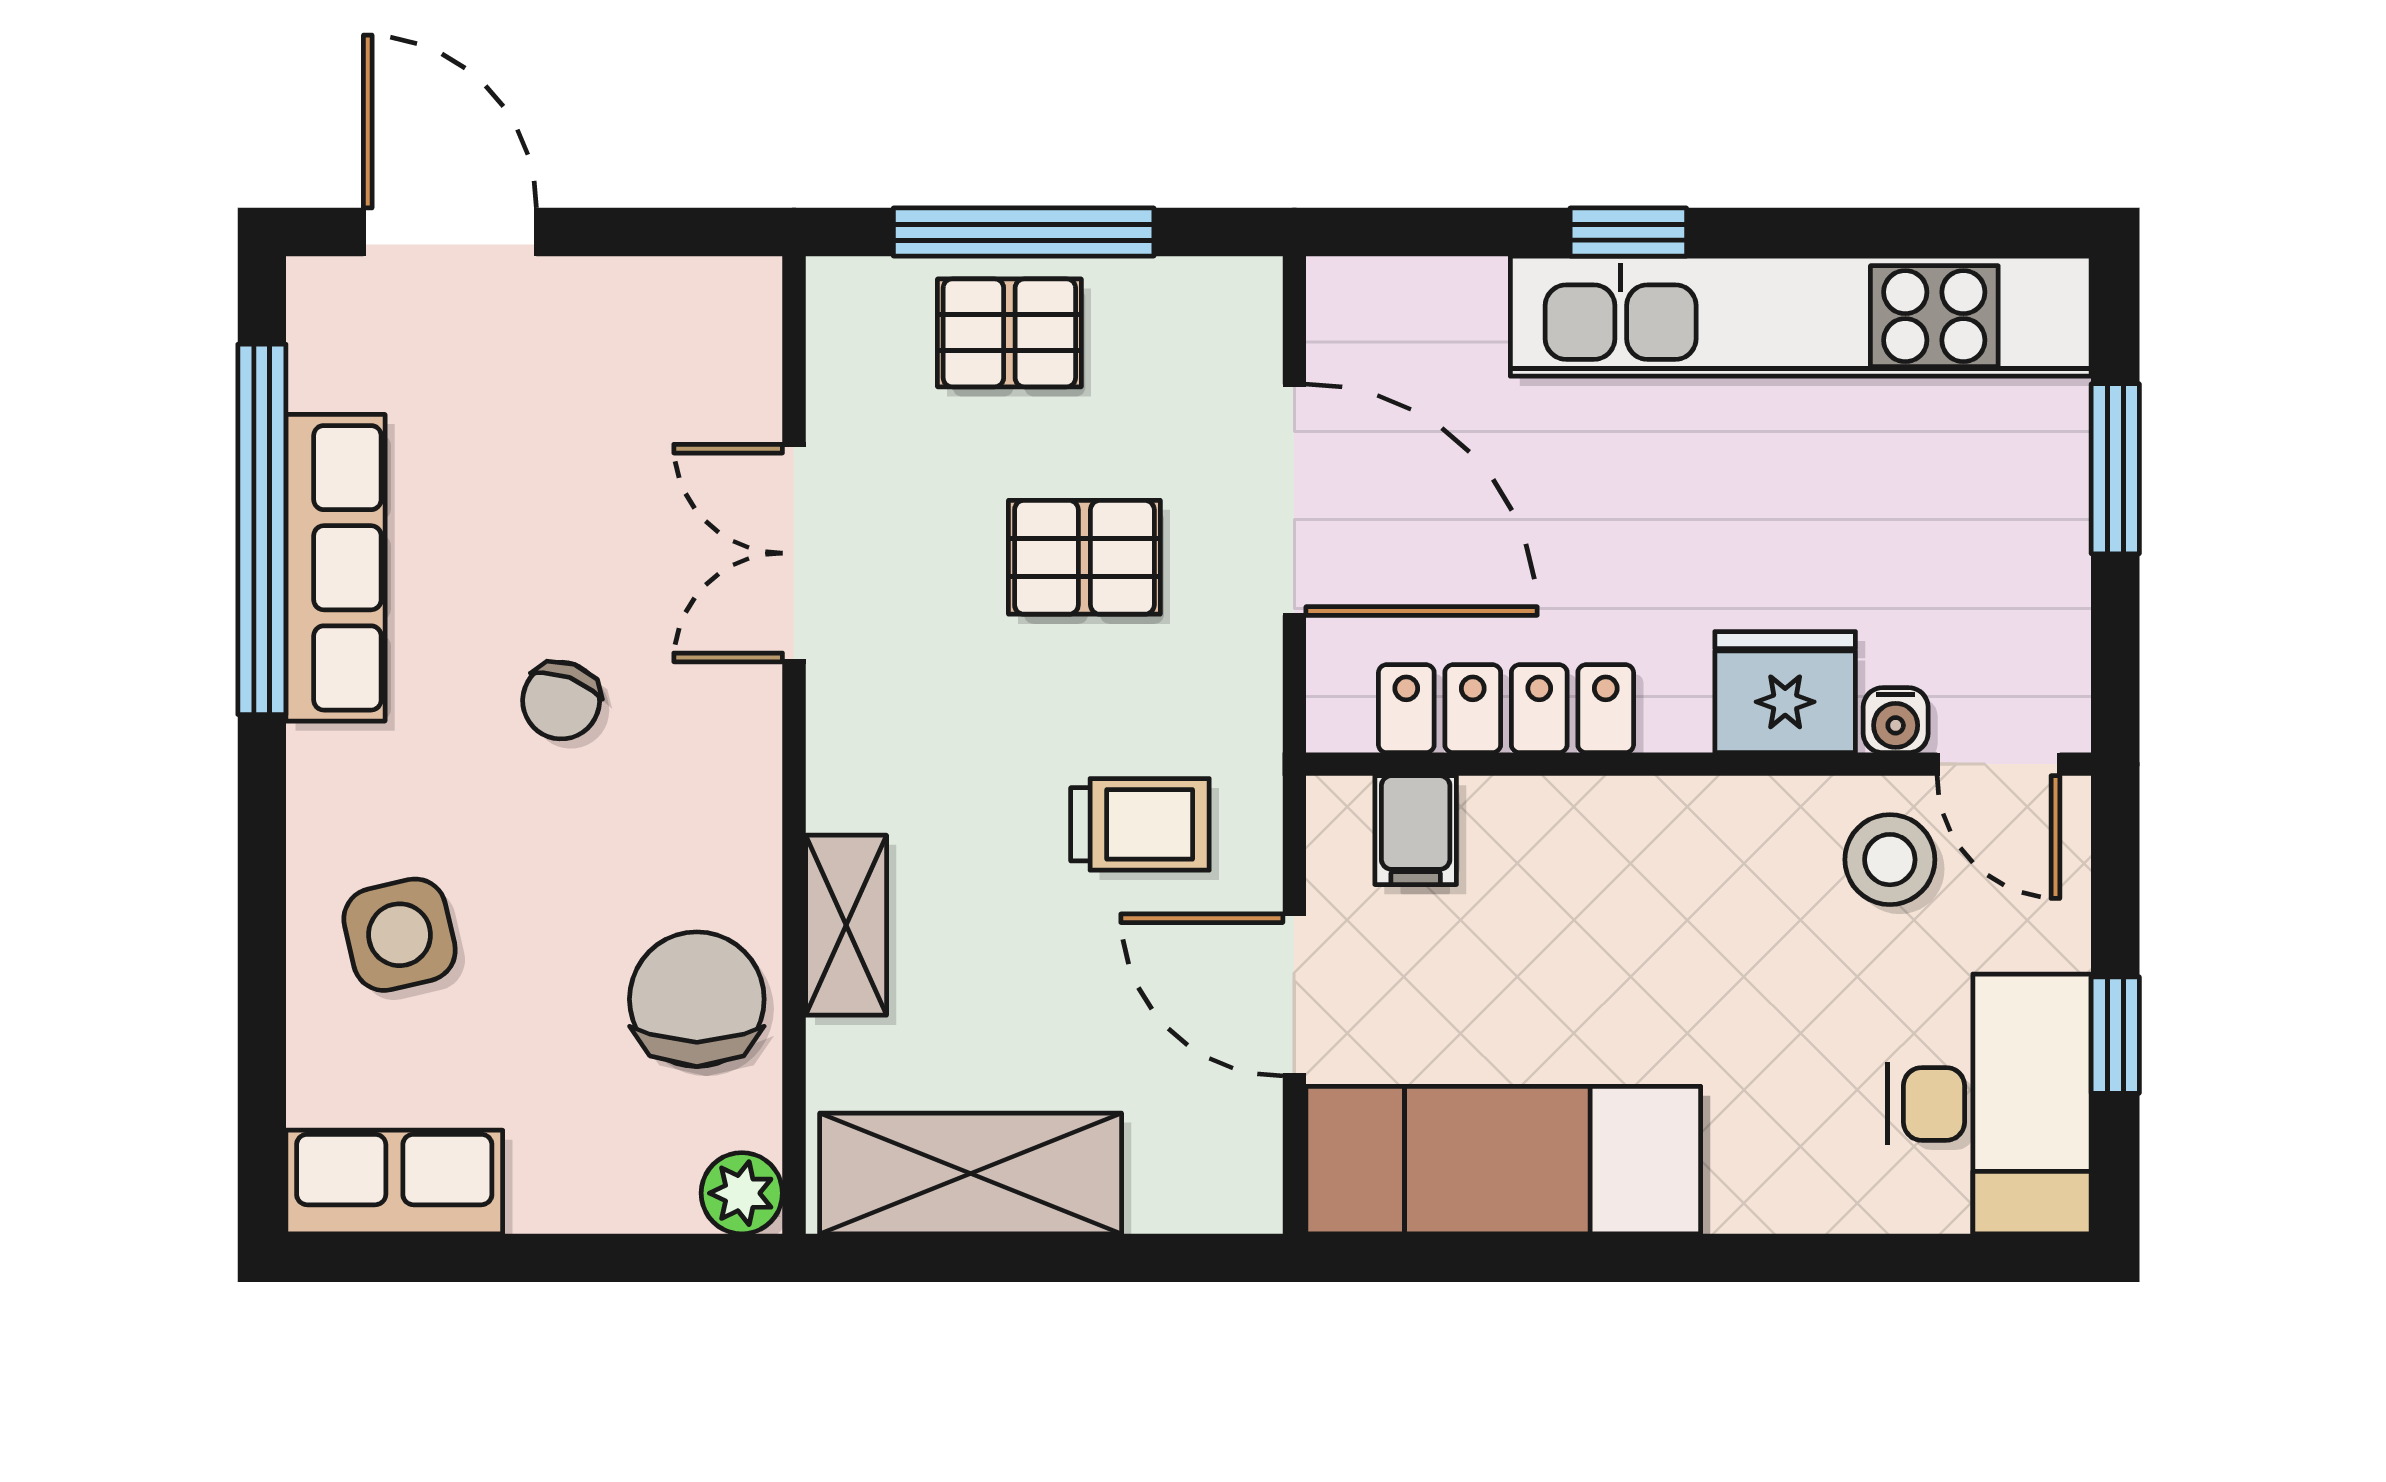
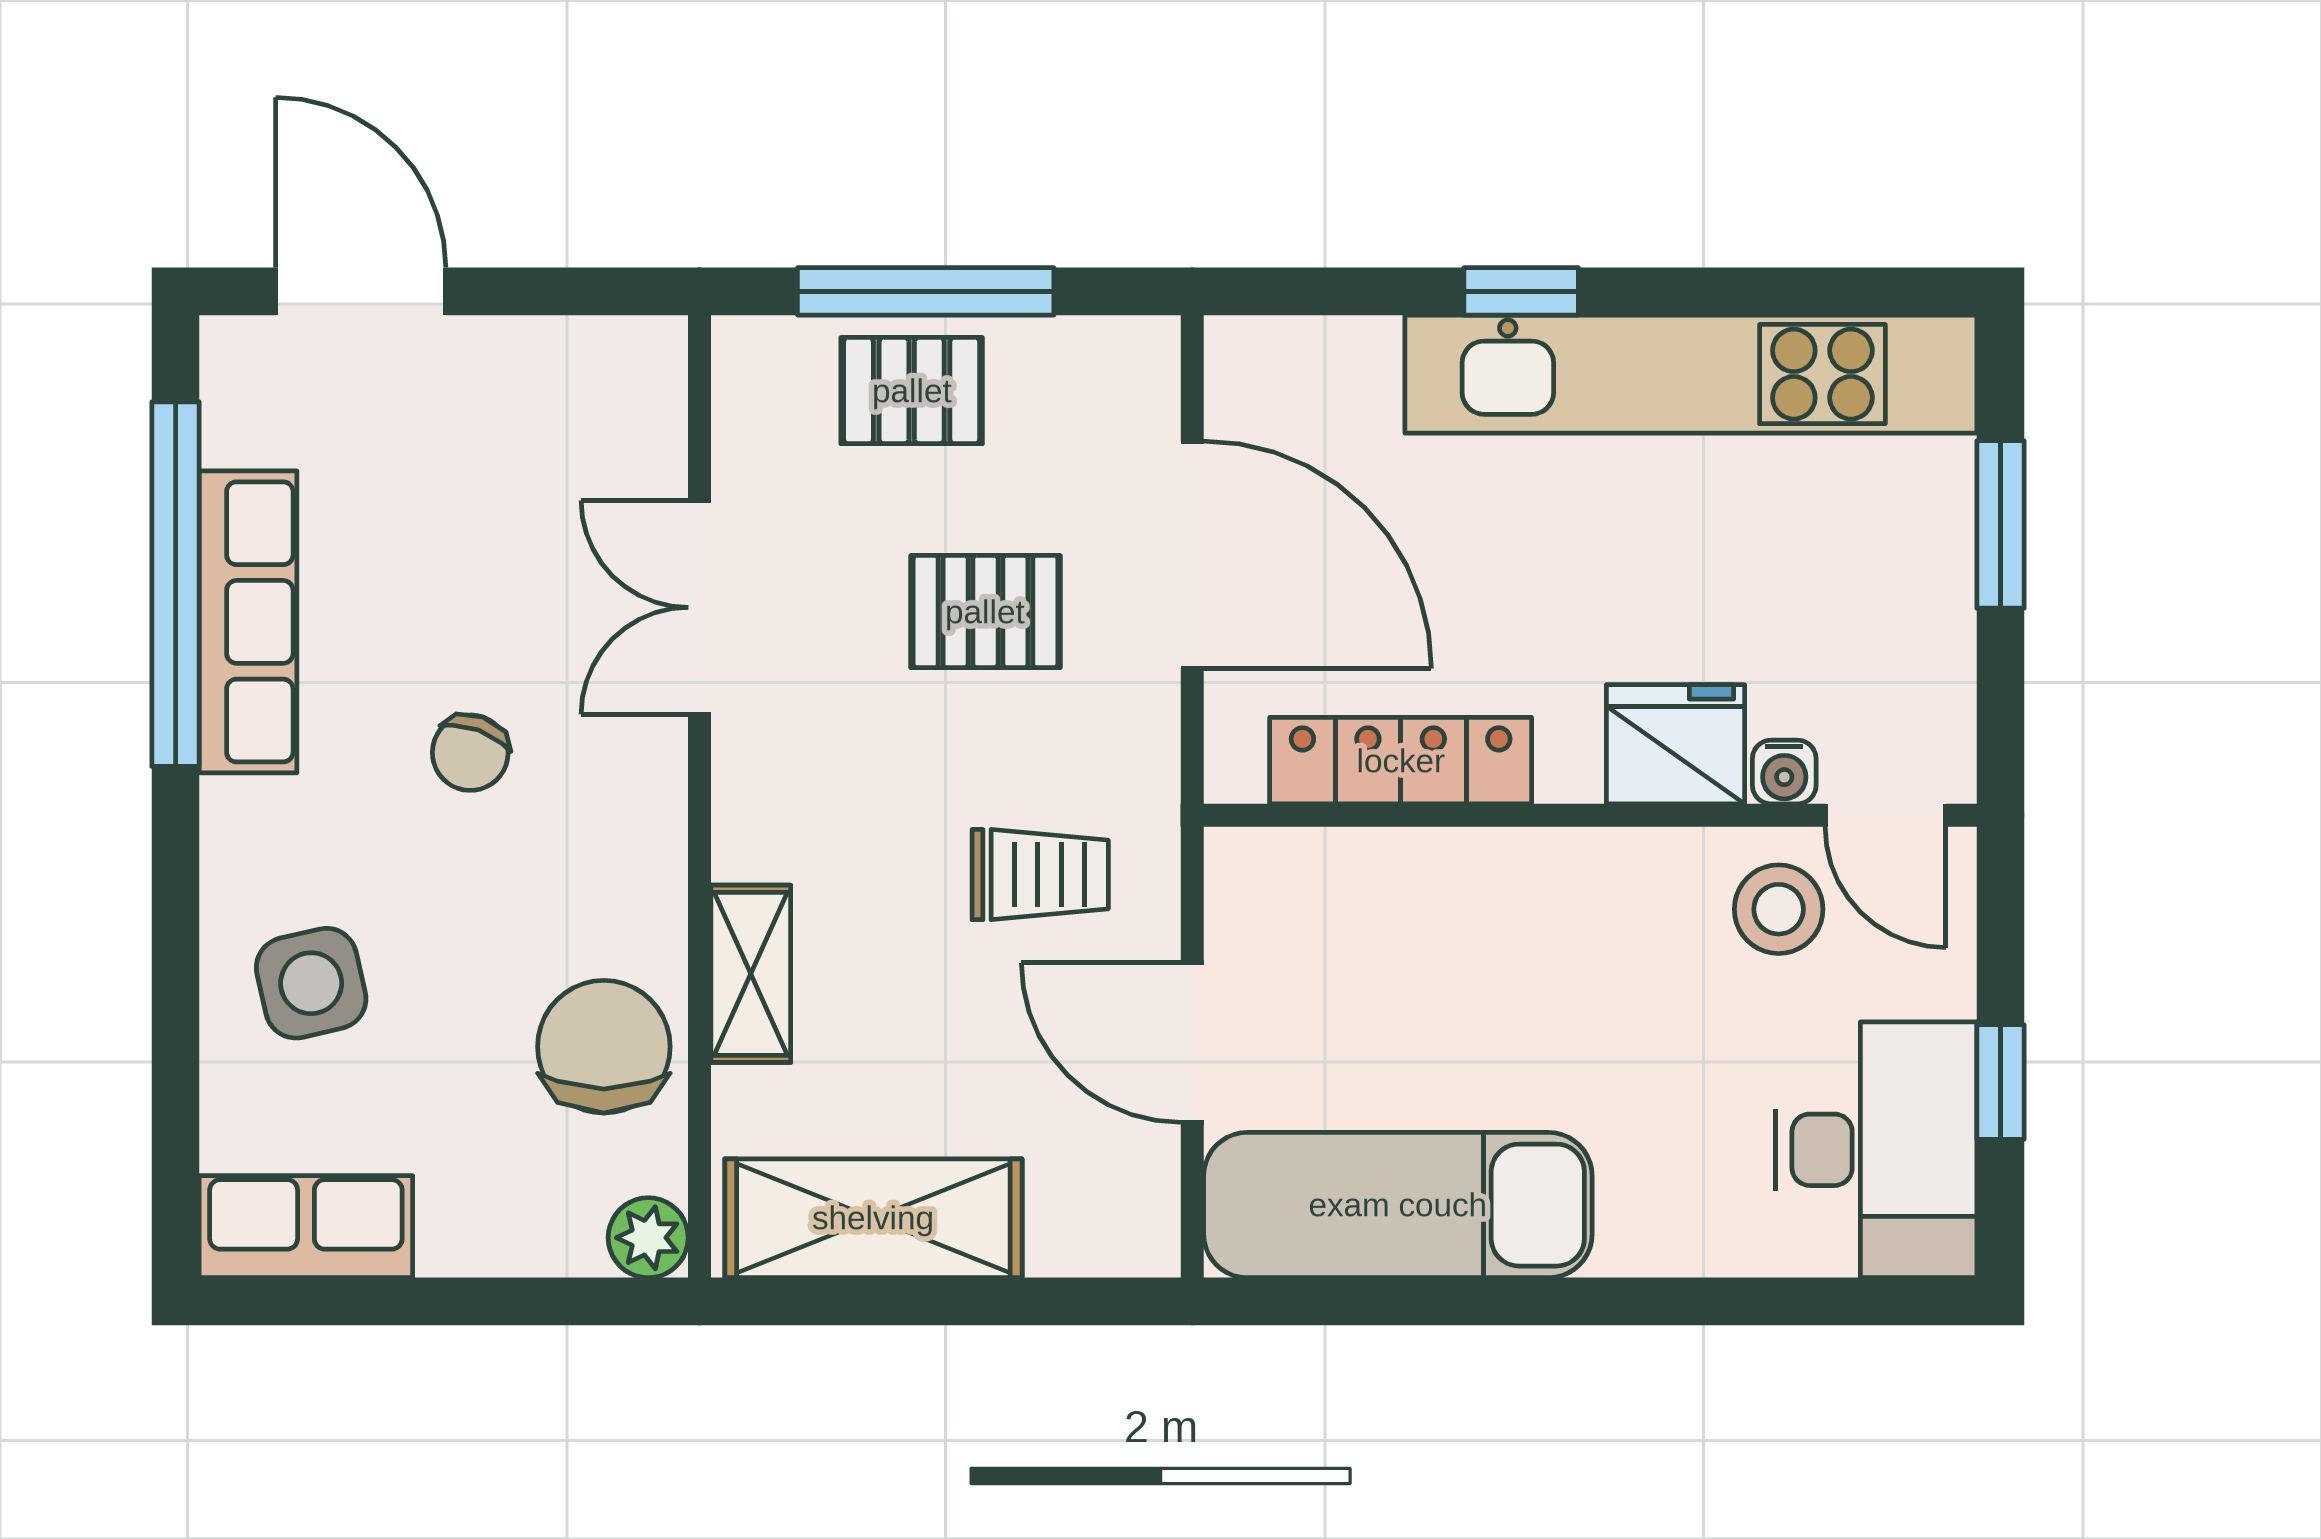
filing cabinet: (1416, 830) -> (1312, 880), removed

